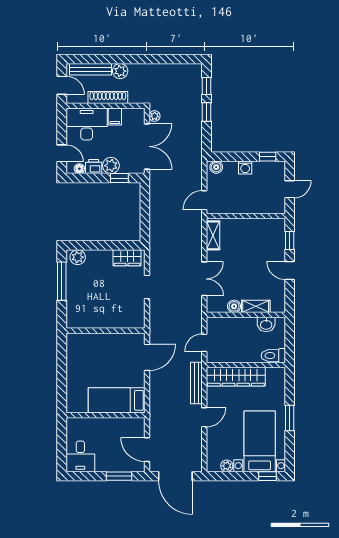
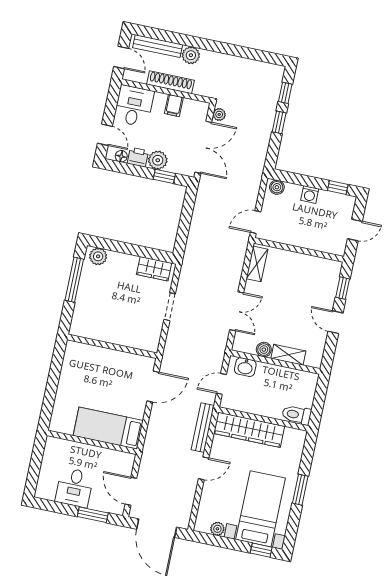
desk: (87, 124) -> (134, 106), width x0.73
washbasin: (266, 324) -> (245, 367), moved
desk: (80, 456) -> (74, 487), moved

